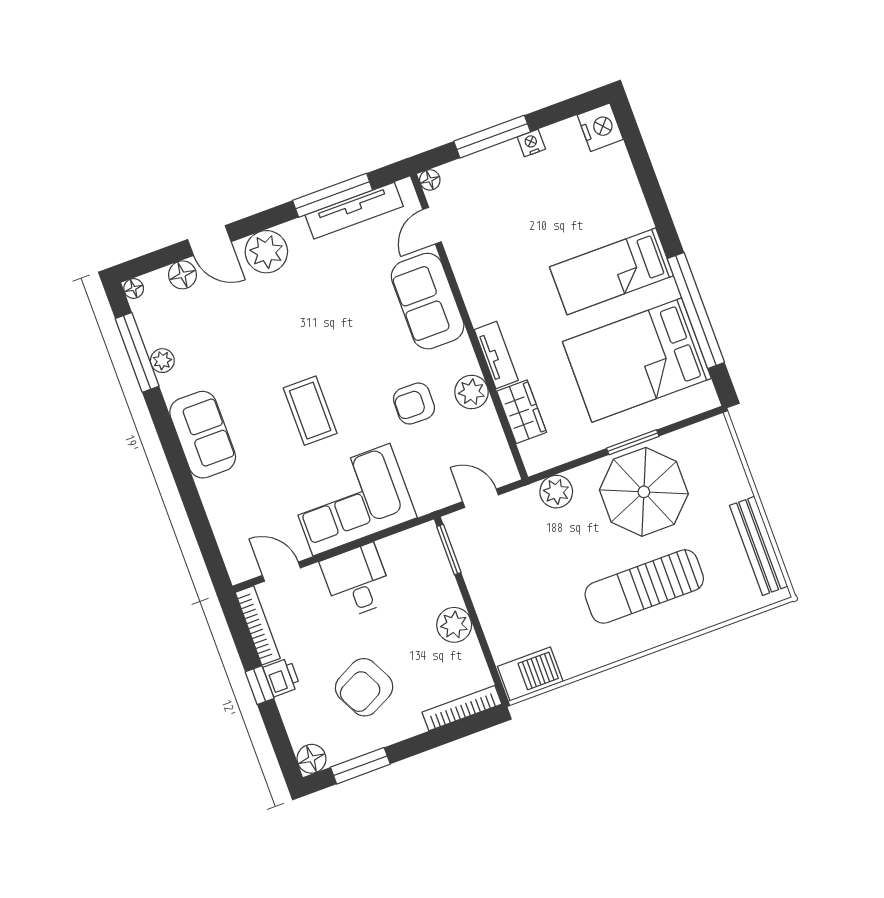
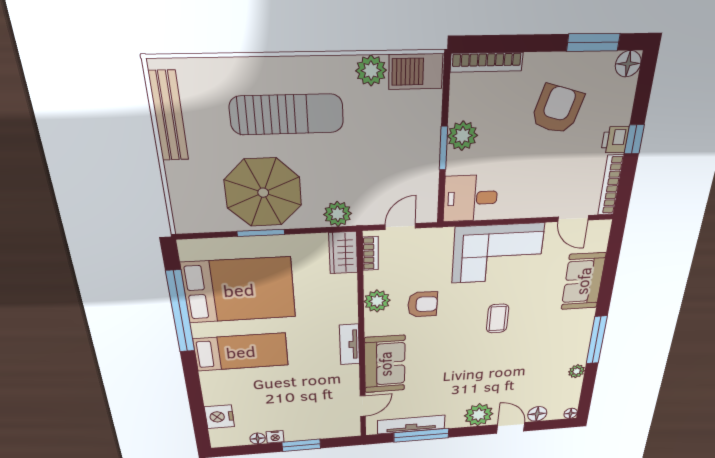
nightstand: (600, 127) -> (219, 417), moved
window: (492, 137) -> (301, 445), width x0.69
floor lamp: (430, 180) -> (258, 438), moved
window: (137, 352) -> (597, 340), moved
tv unit: (496, 355) -> (350, 344), moved
coffee table: (310, 411) -> (498, 319), width x0.73, depth x0.77
wardrobe: (522, 412) -> (343, 253), moved
sofa: (203, 435) -> (583, 281), moved
bookcase: (502, 454) -> (371, 253), added
door: (481, 498) -> (400, 226), swing flipped
window: (449, 550) -> (443, 148), moved
desk: (357, 581) -> (471, 198), moved, turned 90
plant: (575, 660) -> (371, 70), added
armchair: (364, 687) -> (557, 109), turned -47

